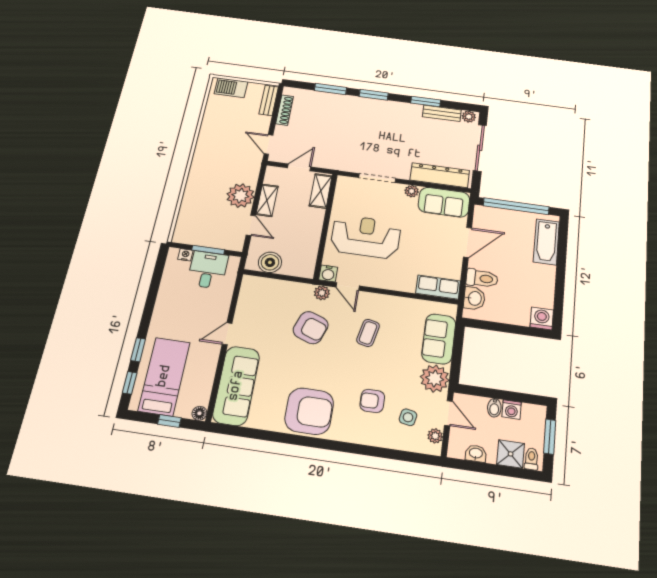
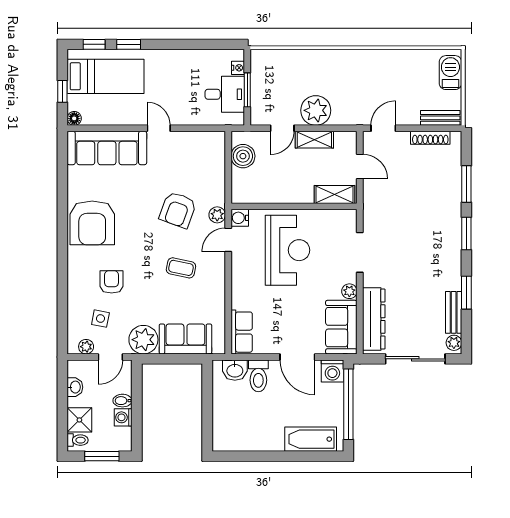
washing machine: (542, 318) -> (332, 371), moved, turned 90

